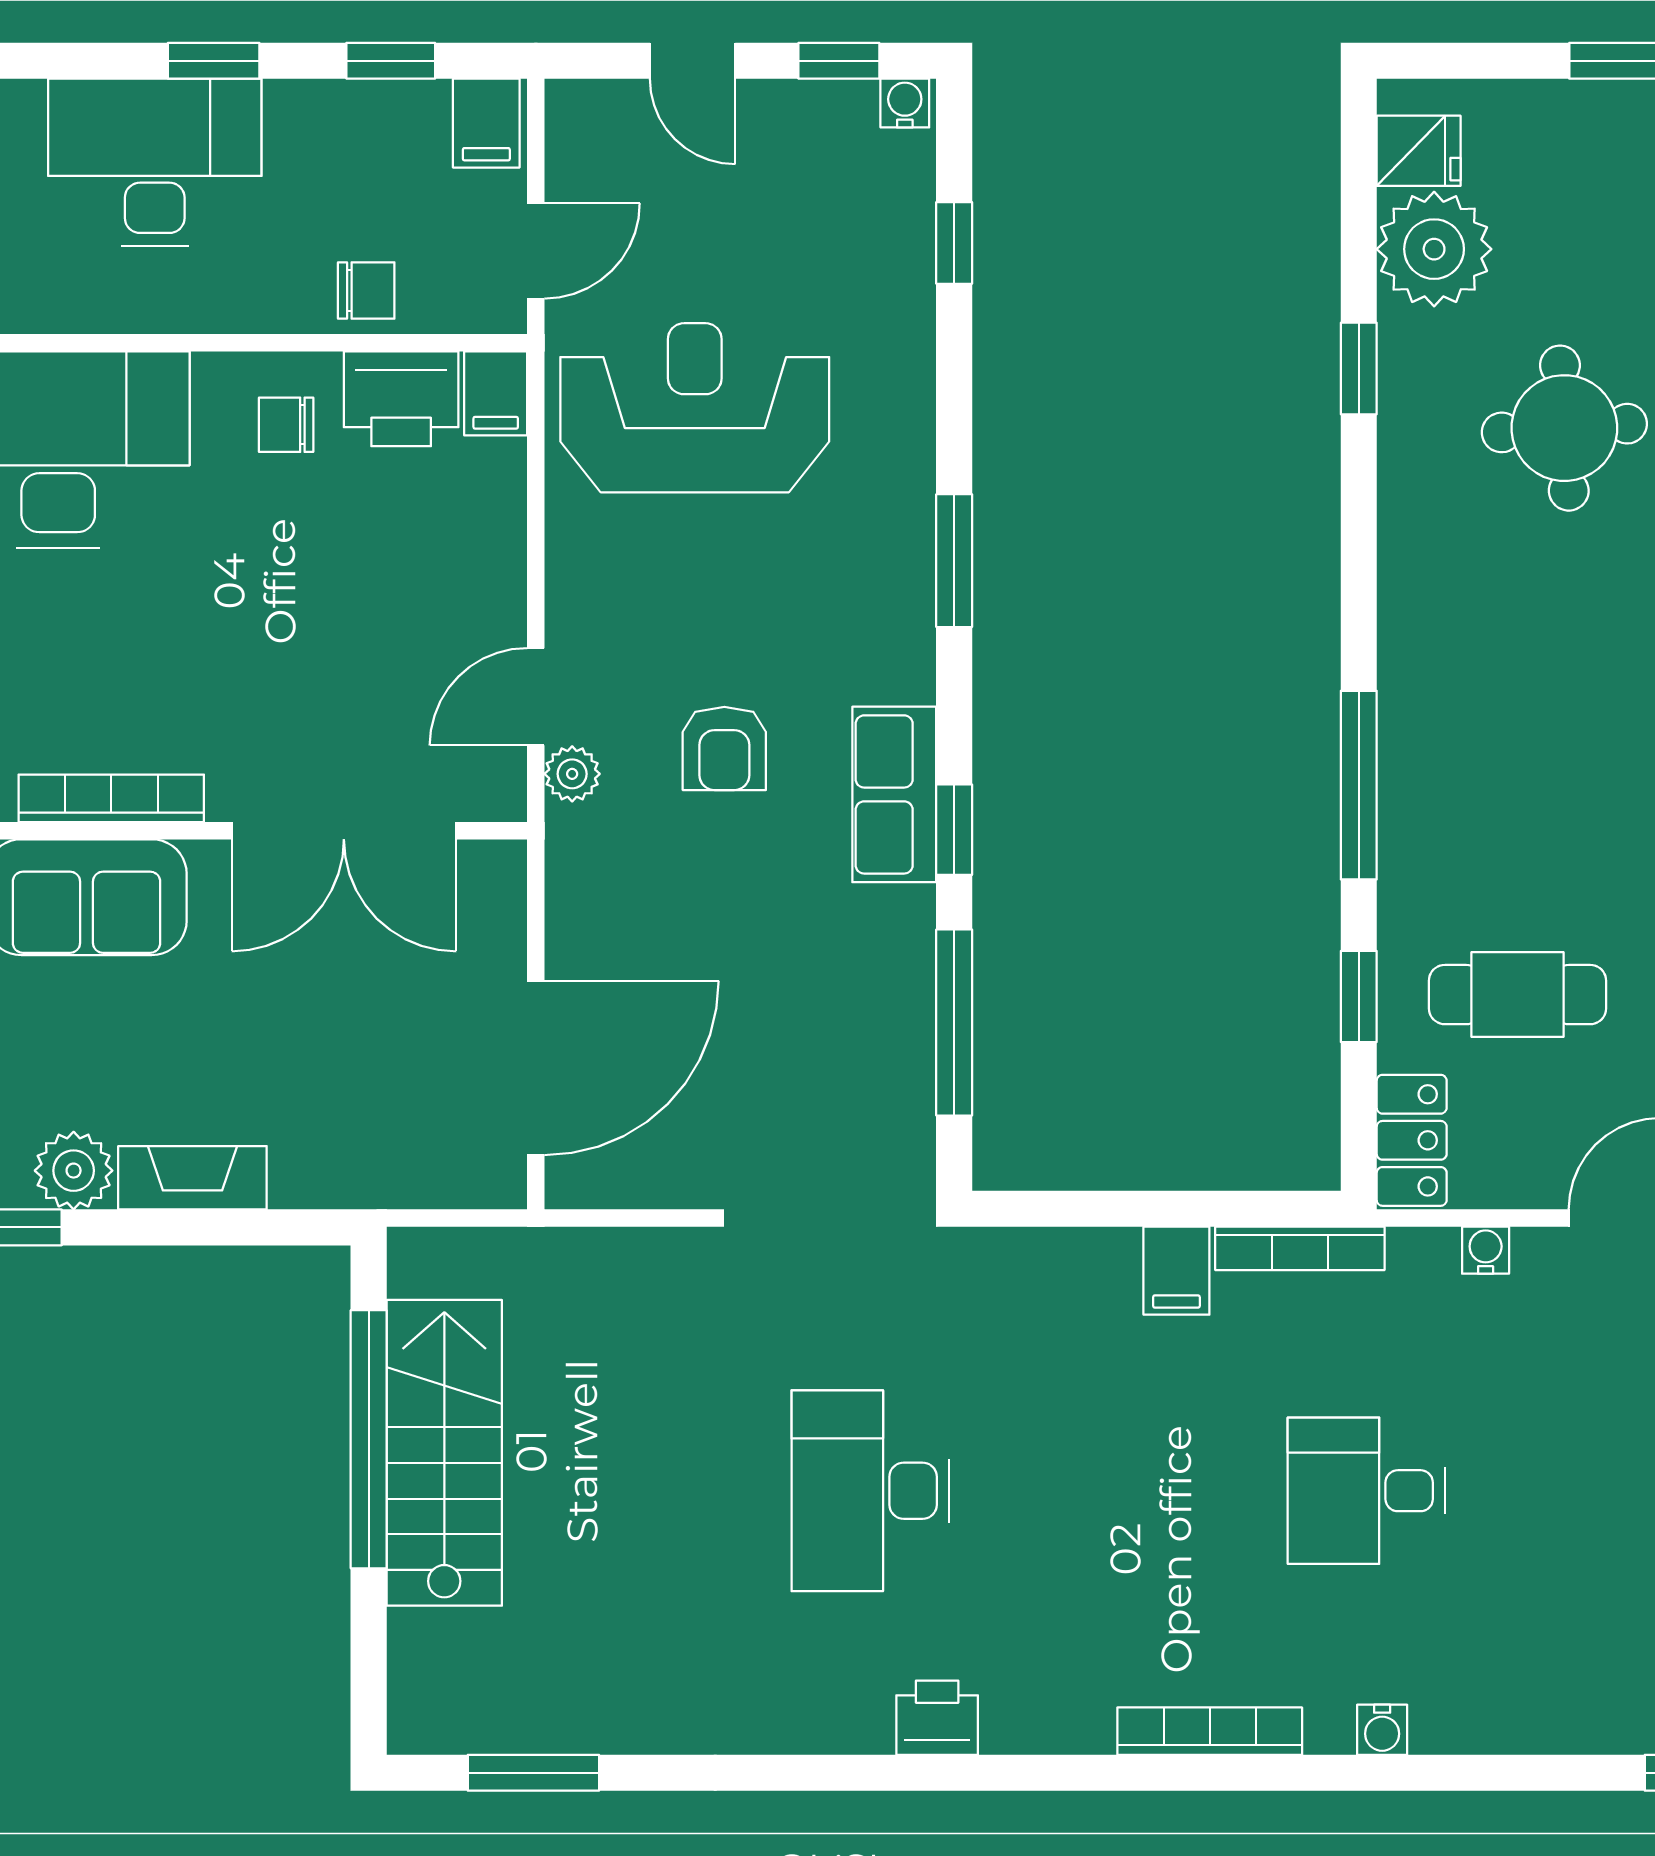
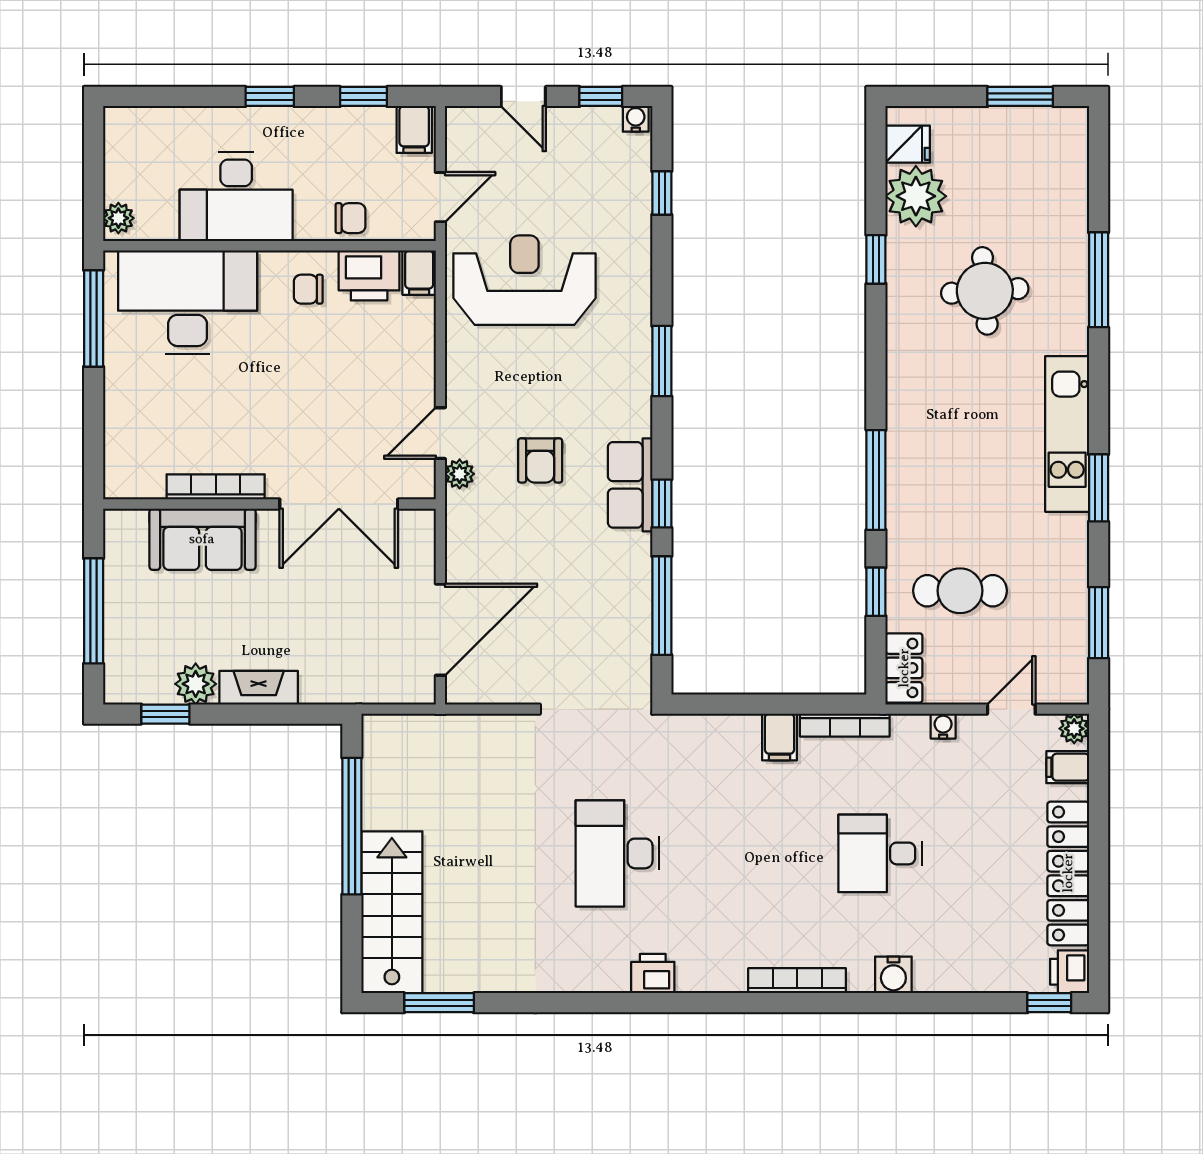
desk: (155, 163) -> (236, 197), moved, turned 180
stairs: (444, 1453) -> (392, 912), moved
water cooler: (1382, 1730) -> (893, 975), width x1.38, depth x1.38

